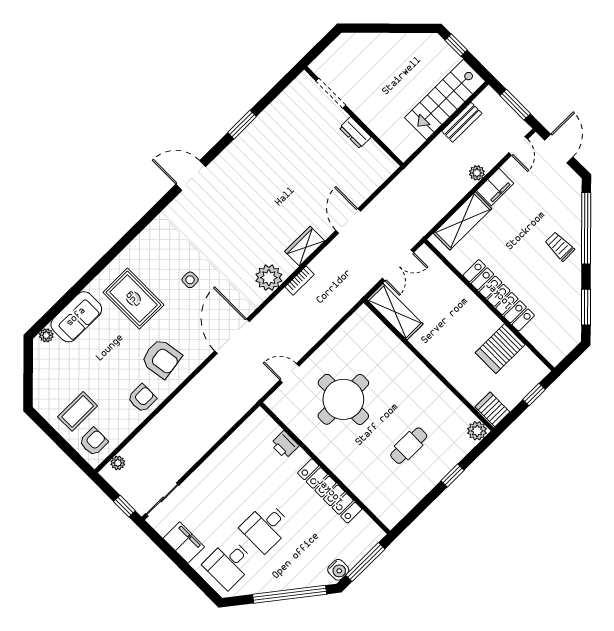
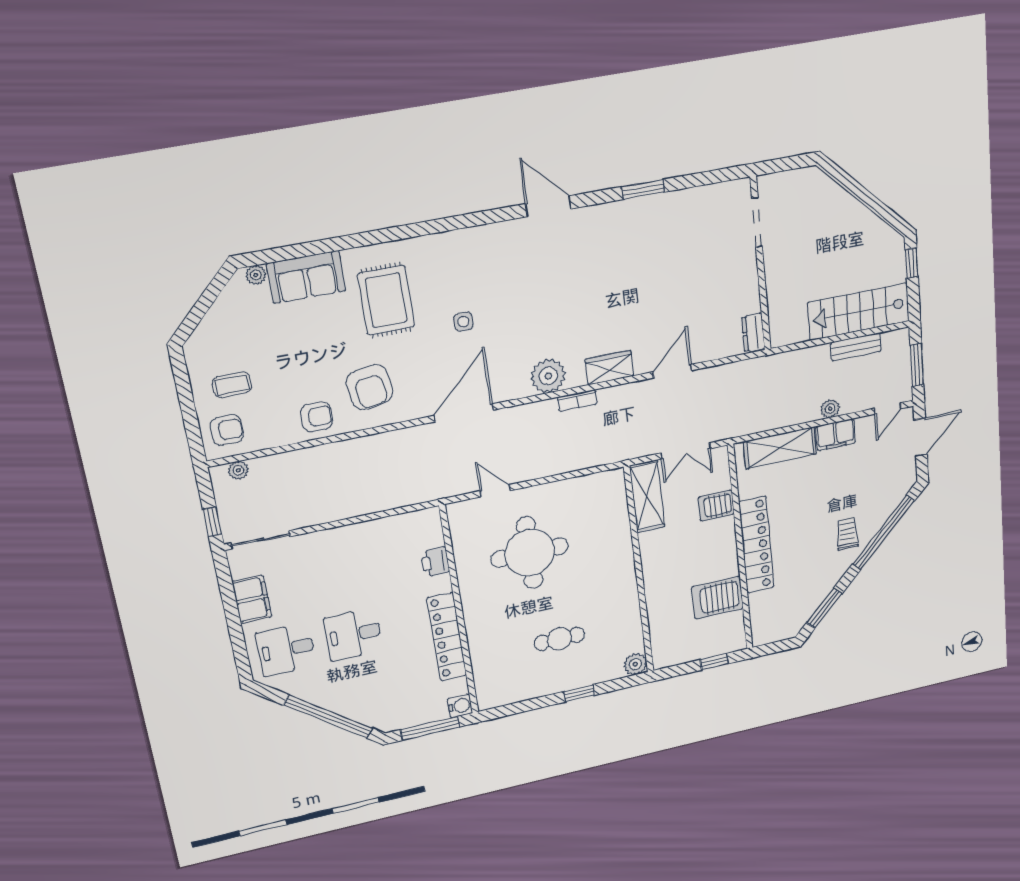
dresser: (355, 133) -> (753, 333), moved
server rack: (492, 409) -> (716, 506), moved, turned -90
coffee table: (78, 411) -> (232, 385), width x0.73, depth x0.77
water cooler: (338, 570) -> (460, 706), moved, turned -90

